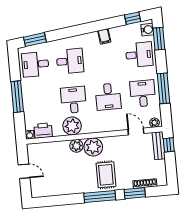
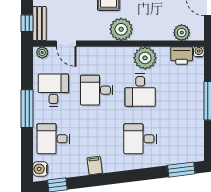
window: (159, 39) -> (27, 156), removed
desk: (35, 64) -> (184, 139), removed
window: (163, 88) -> (27, 109), moved
desk: (143, 93) -> (53, 90), turned 180
desk: (108, 97) -> (97, 90), turned -90
plant: (76, 146) -> (182, 33), moved

